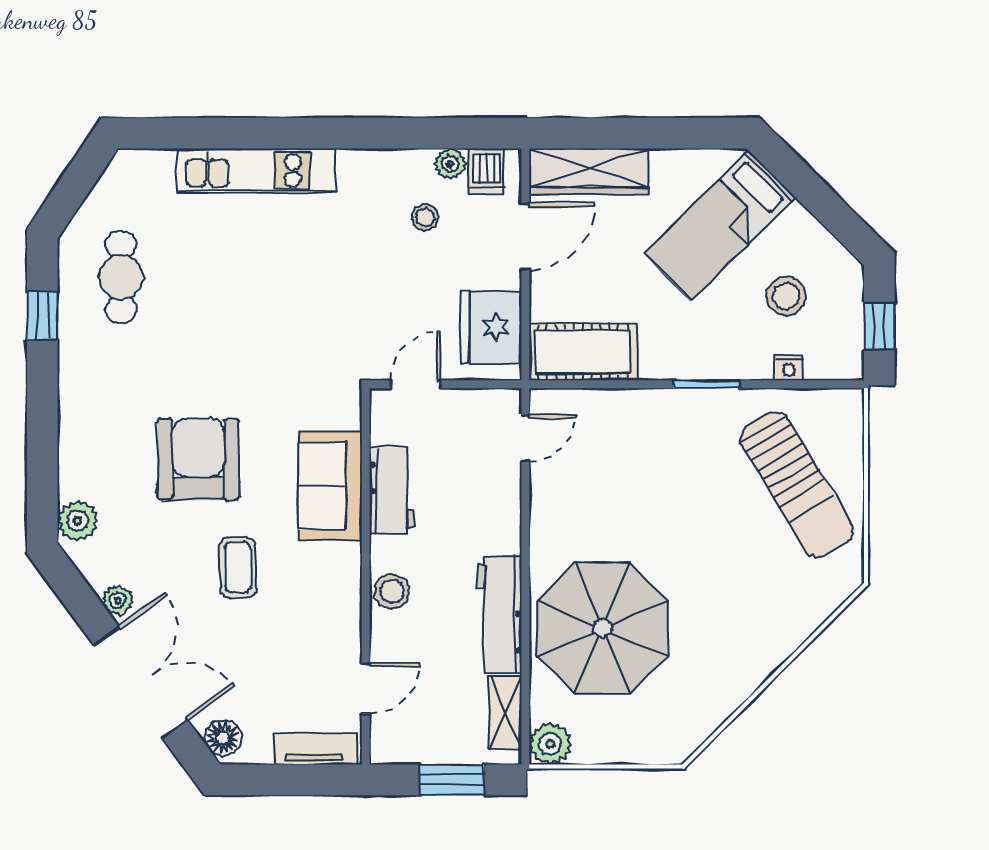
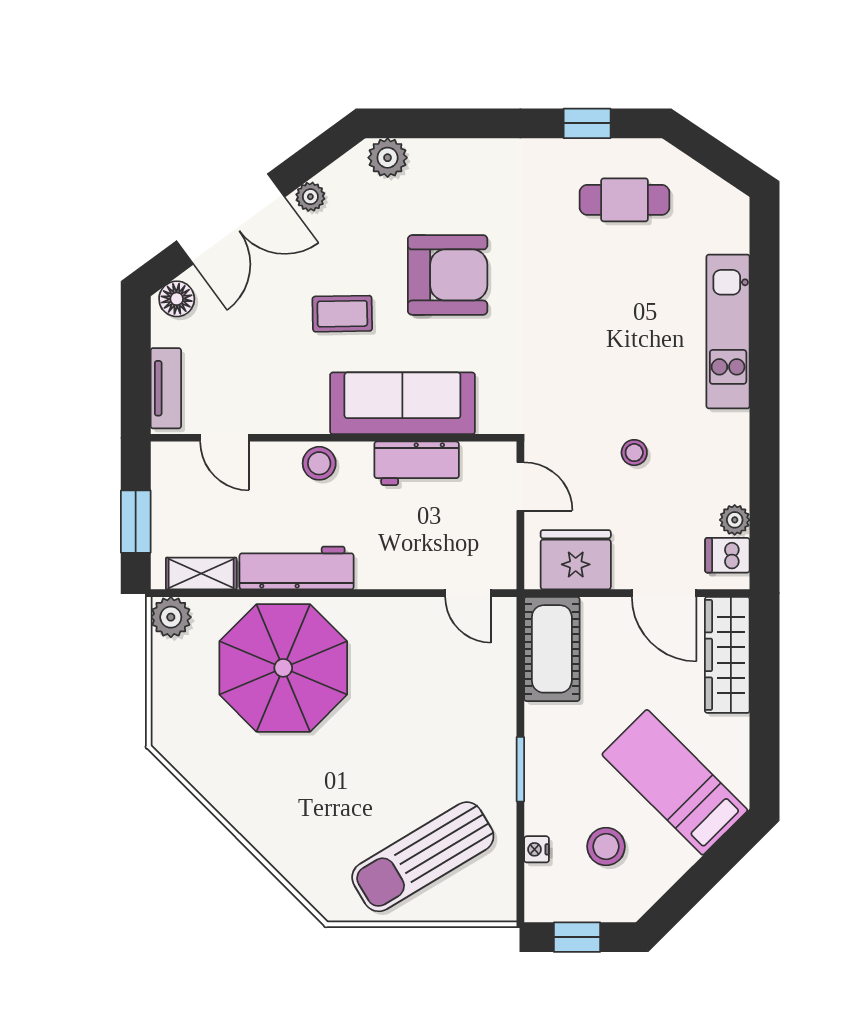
stool: (425, 217) -> (634, 453), moved
sofa: (330, 486) -> (402, 403), width x1.36

